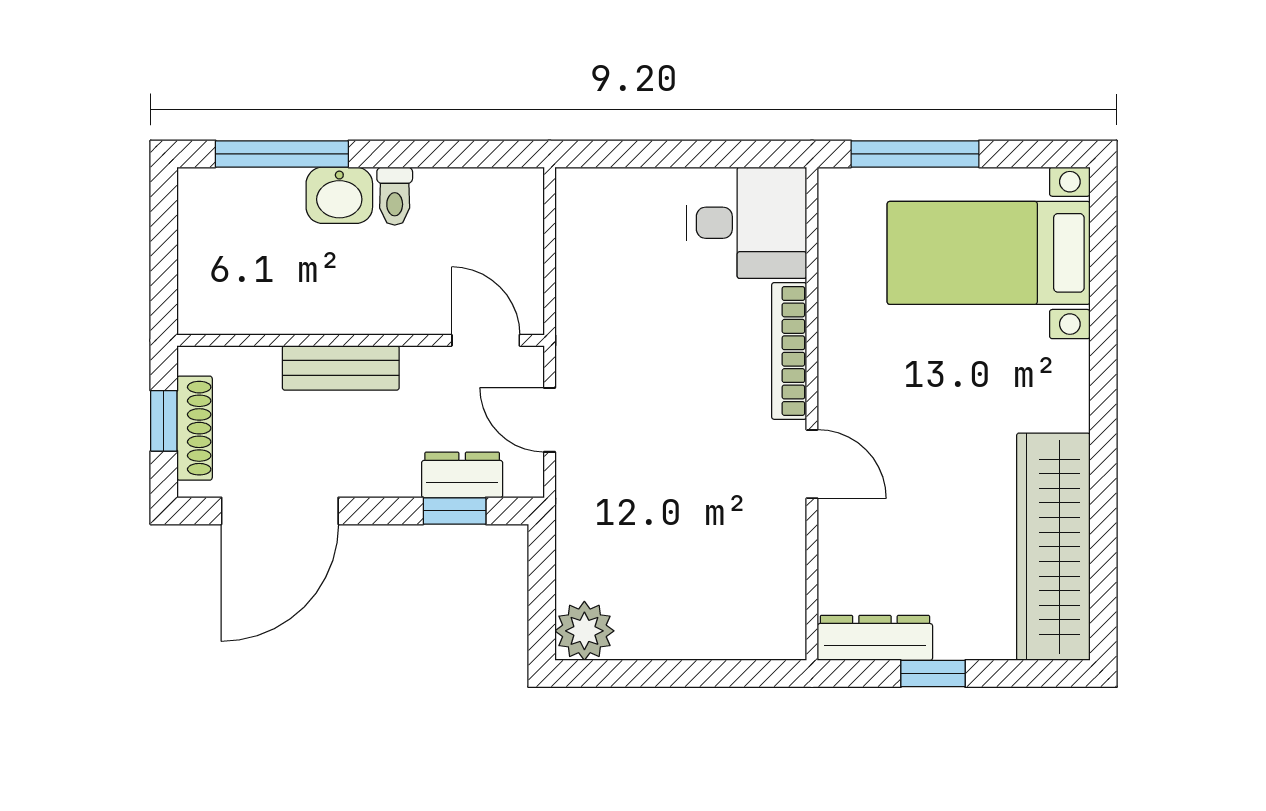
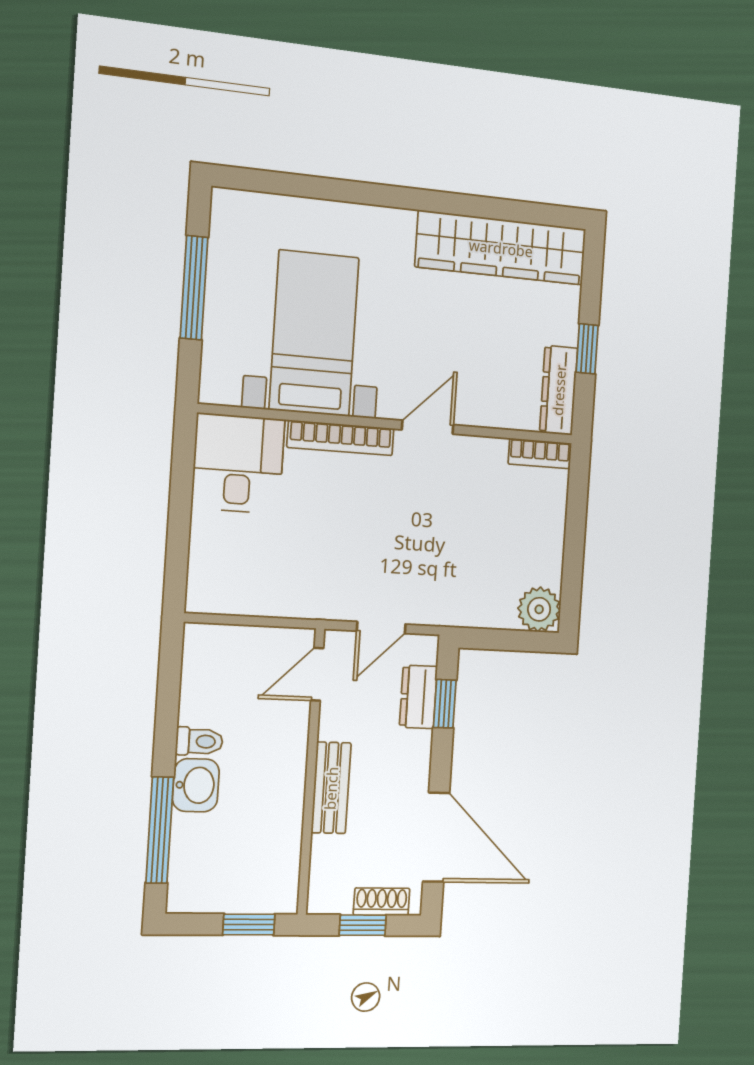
window: (915, 154) -> (194, 288), moved
bed with nightstands: (989, 253) -> (314, 333), moved, turned 180
window: (164, 273) -> (249, 925), added
shoe rack: (195, 428) -> (382, 902), width x0.70
bookcase: (790, 618) -> (540, 454), added

